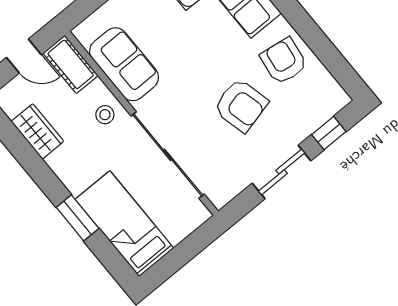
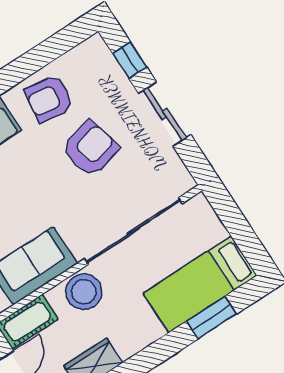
stool: (105, 115) -> (84, 292), width x1.89, depth x1.89
window: (78, 218) -> (212, 317), moved

